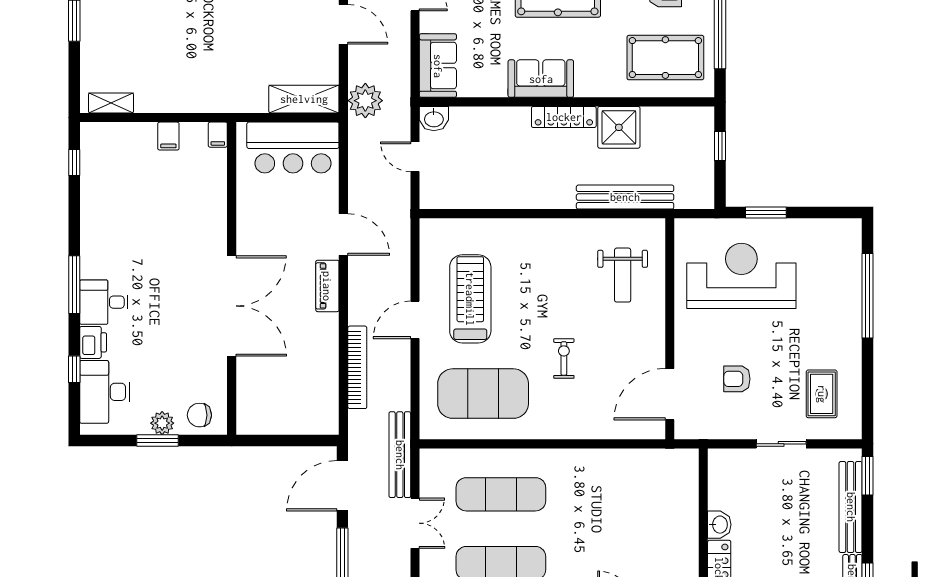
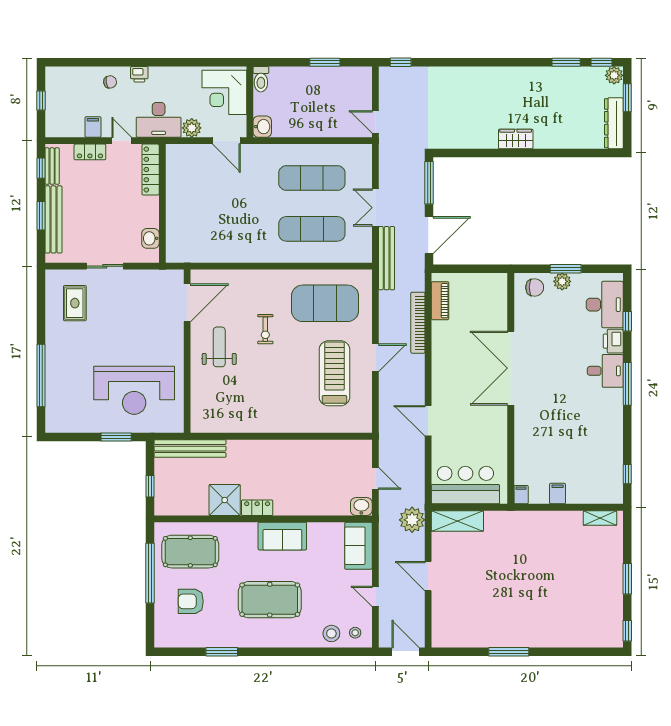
locker: (564, 117) -> (257, 508), width x0.66
bench: (625, 197) -> (190, 449), moved
weight bench: (623, 275) -> (219, 347), moved
piano: (327, 286) -> (440, 301), moved
treadmill: (470, 299) -> (334, 373), turned 180
armchair: (737, 379) -> (137, 314), removed
window: (868, 476) -> (41, 216), moved
washbasin: (719, 525) -> (150, 238), moved

